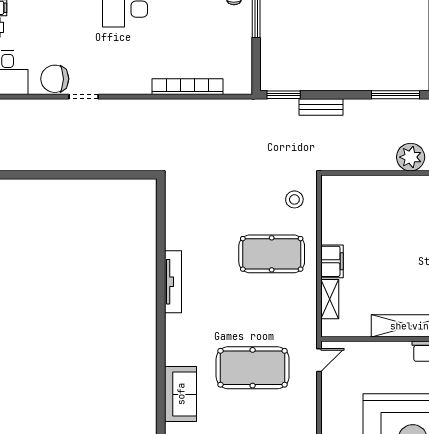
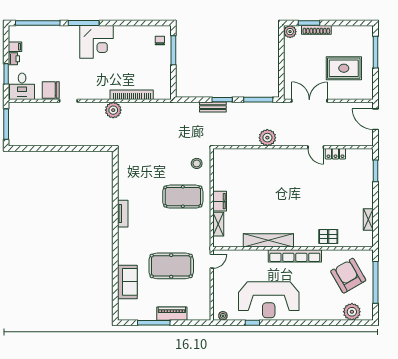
window: (284, 95) -> (222, 100), moved
plant: (157, 112) -> (113, 110), added
tv unit: (173, 282) -> (123, 214), width x0.71

